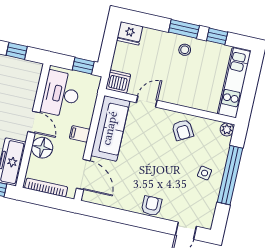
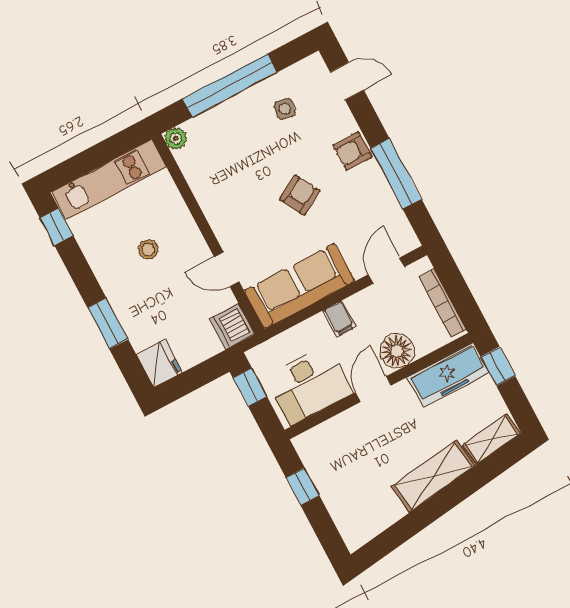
window: (184, 29) -> (108, 323), moved
window: (217, 36) -> (57, 227), moved
stool: (185, 50) -> (148, 249), moved
armchair: (183, 130) -> (300, 195), moved
side table: (205, 173) -> (285, 109), moved
door: (83, 174) -> (386, 271), width x0.73
window: (124, 217) -> (396, 174), added

